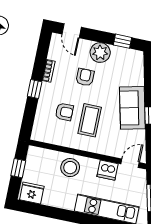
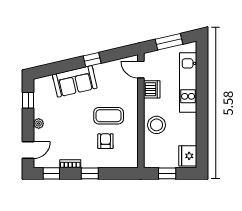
window: (43, 50) -> (51, 173), added
plant: (100, 53) -> (39, 124), width x0.53, depth x0.53
armchair: (85, 77) -> (69, 128), removed
sofa: (132, 108) -> (75, 81), moved

